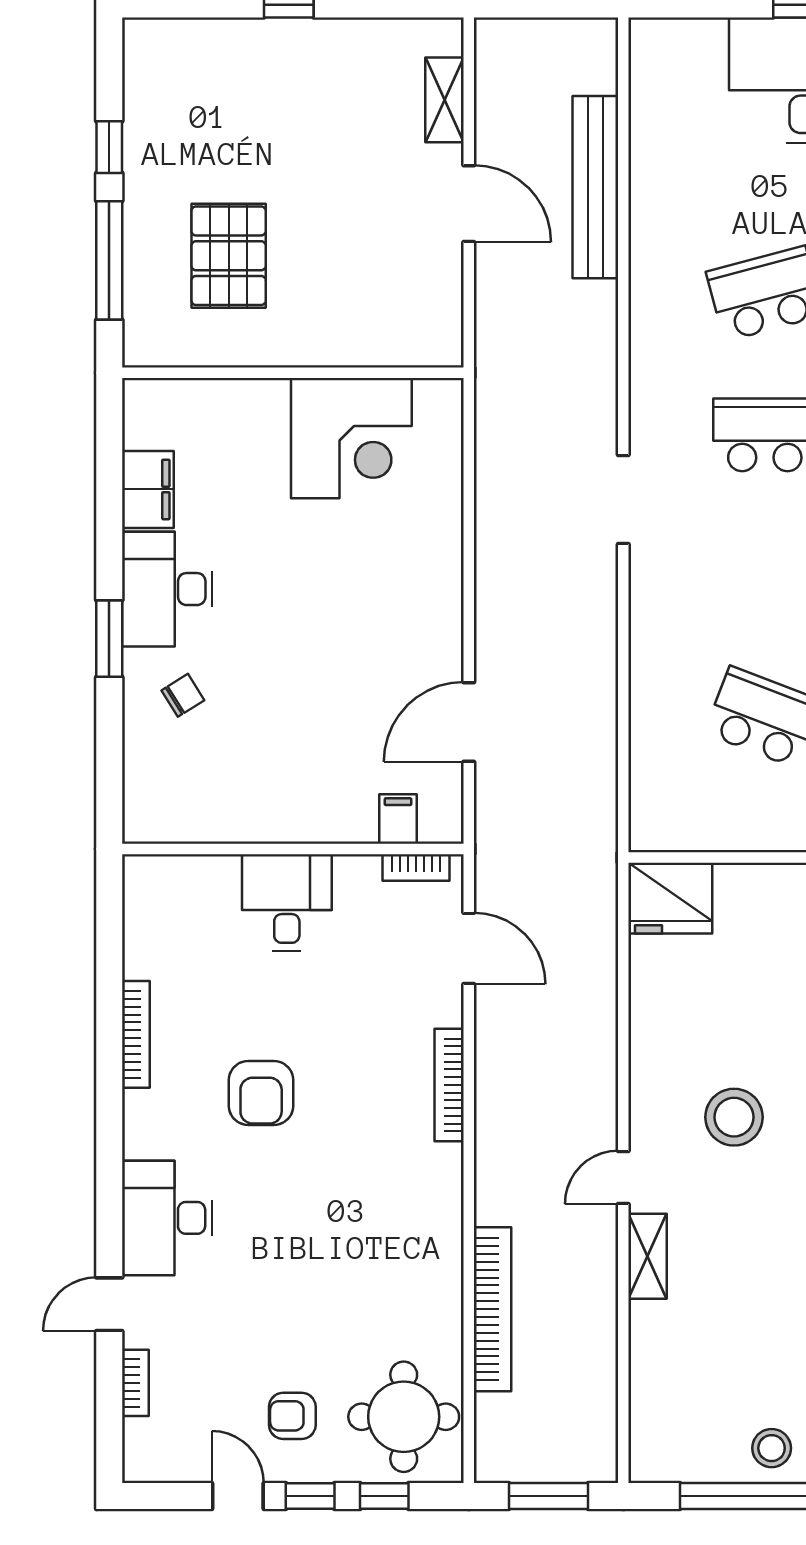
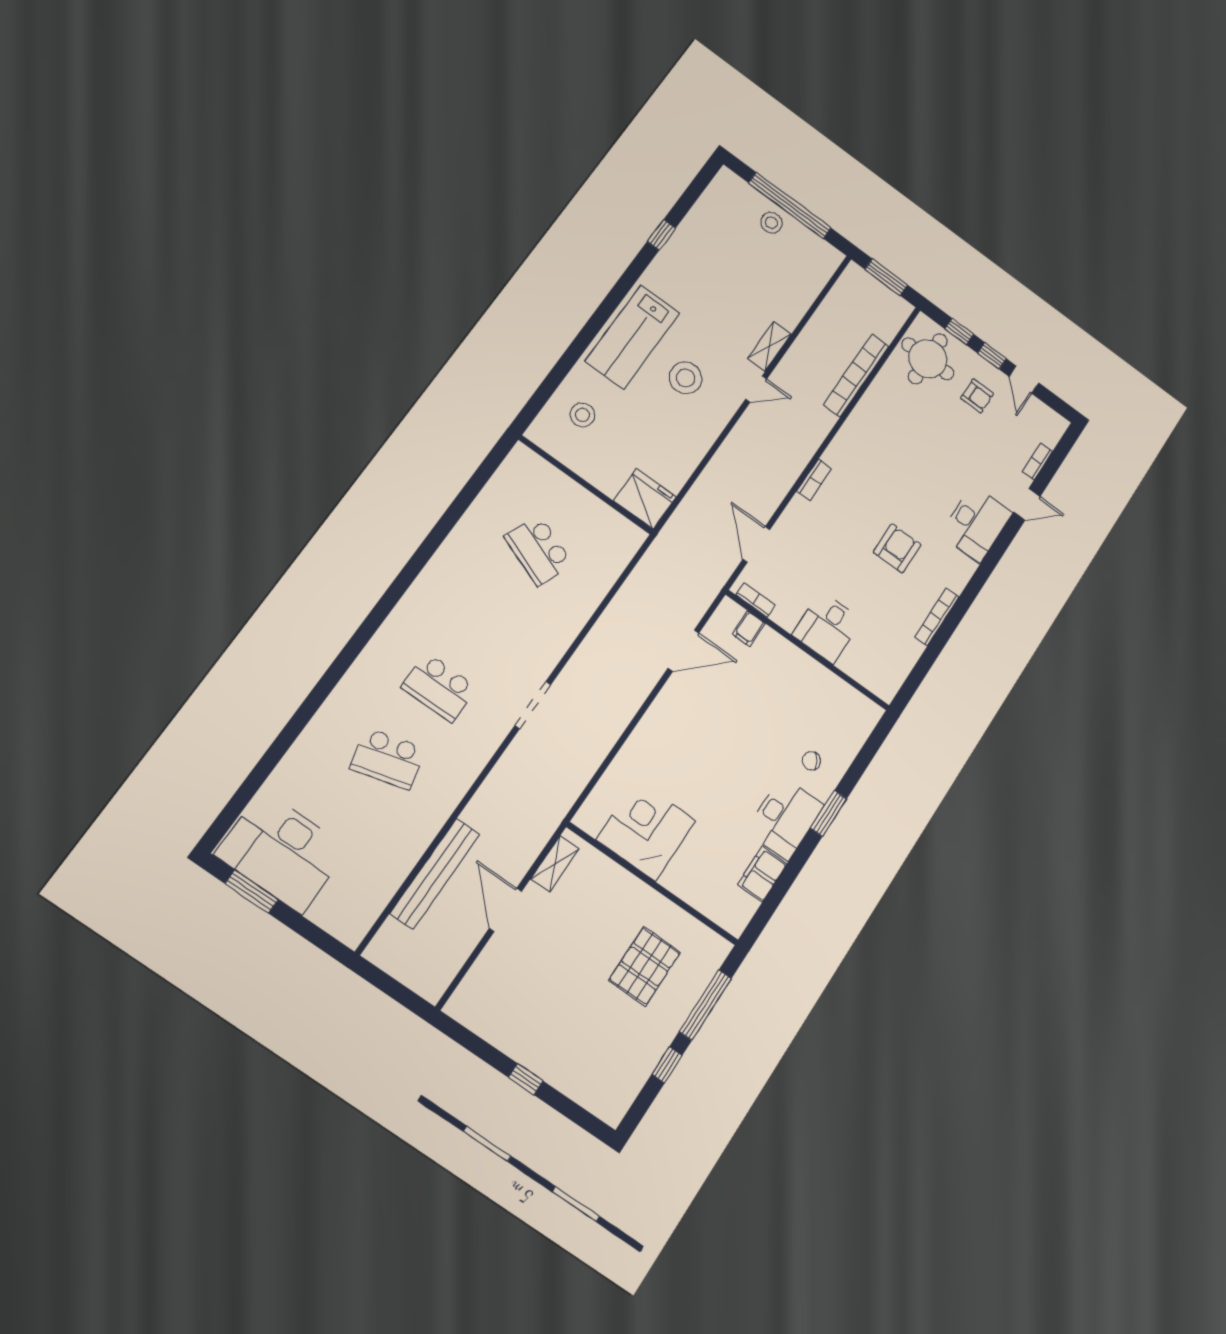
shelving: (445, 100) -> (555, 864), moved
bookcase: (449, 1085) -> (814, 480), width x0.64

